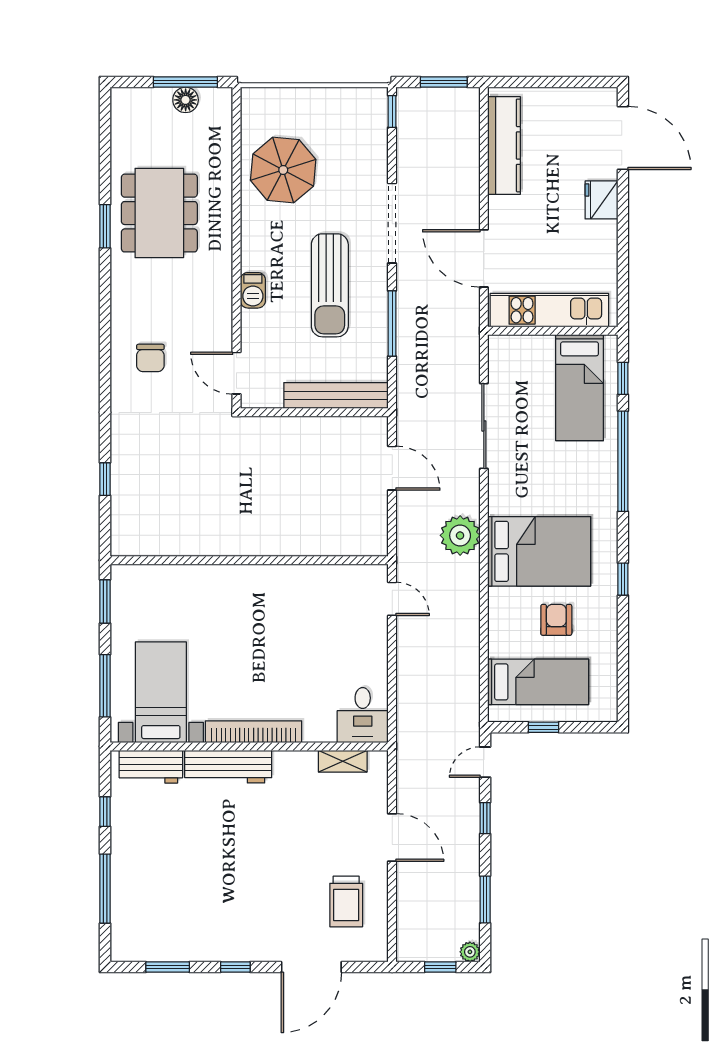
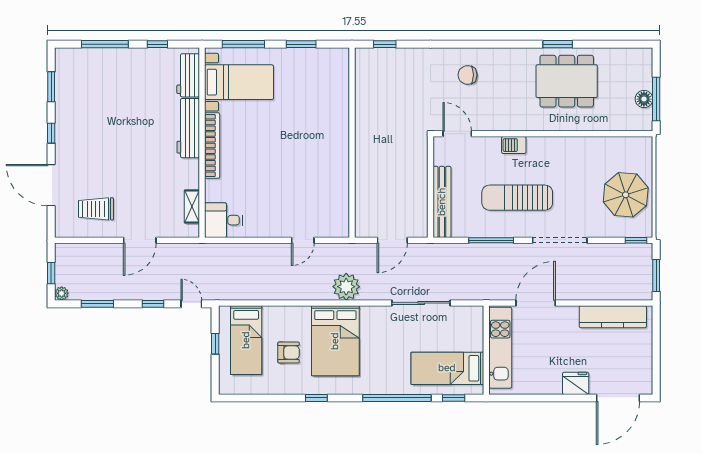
parasol: (283, 170) -> (626, 195), moved
door: (236, 373) -> (457, 134), hinge flipped
wall: (249, 560) -> (352, 143), moved

